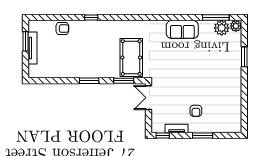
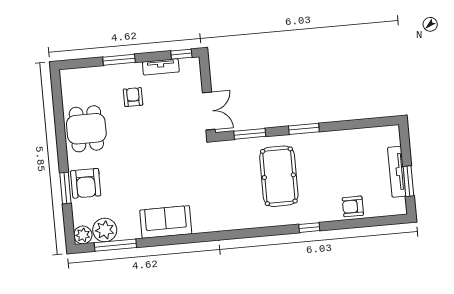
pool table: (131, 58) -> (279, 176), moved
armchair: (231, 59) -> (86, 183), added
dining table: (227, 93) -> (86, 129), added

